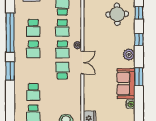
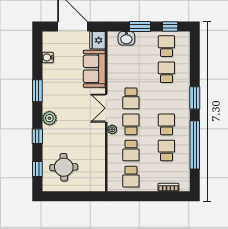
school desk: (62, 28) -> (131, 150), turned 180
sofa: (126, 84) -> (94, 69), moved, turned 180

